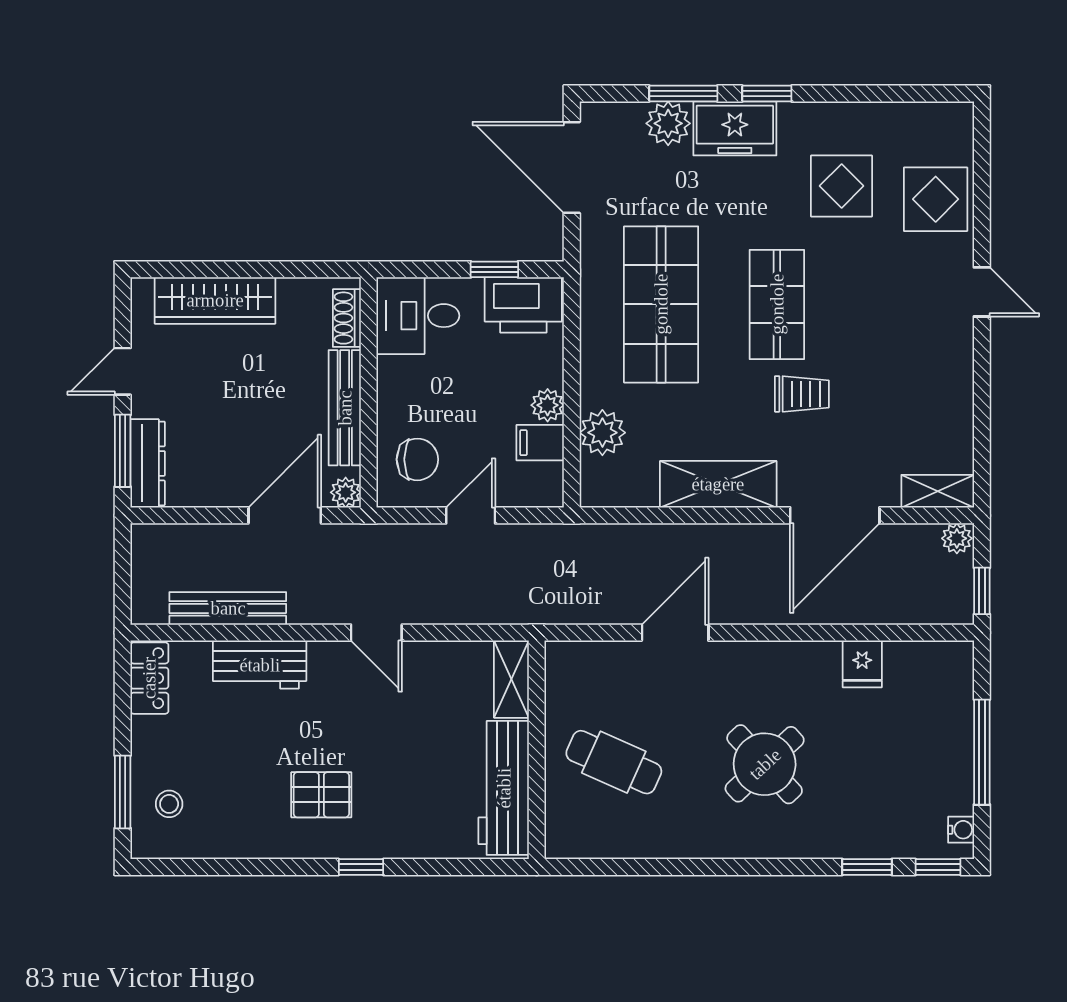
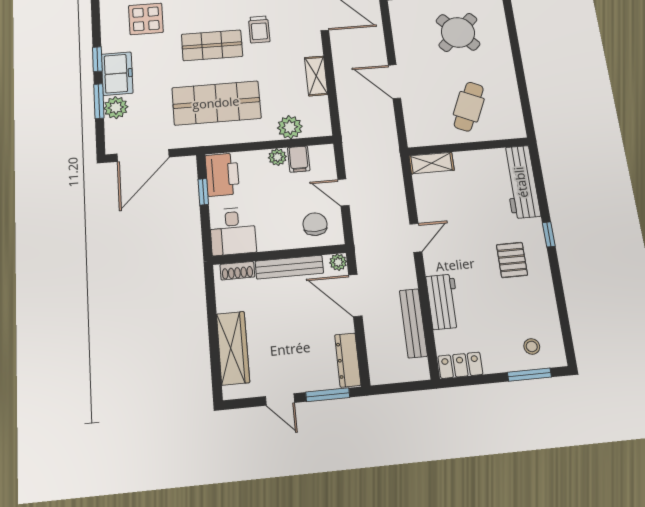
trolley: (802, 394) -> (259, 29), turned 180
dresser: (148, 463) -> (348, 360), moved, turned -90
shelving: (718, 484) -> (316, 76), width x0.67, depth x0.75
workbench: (504, 788) -> (521, 182), moved, turned 90

